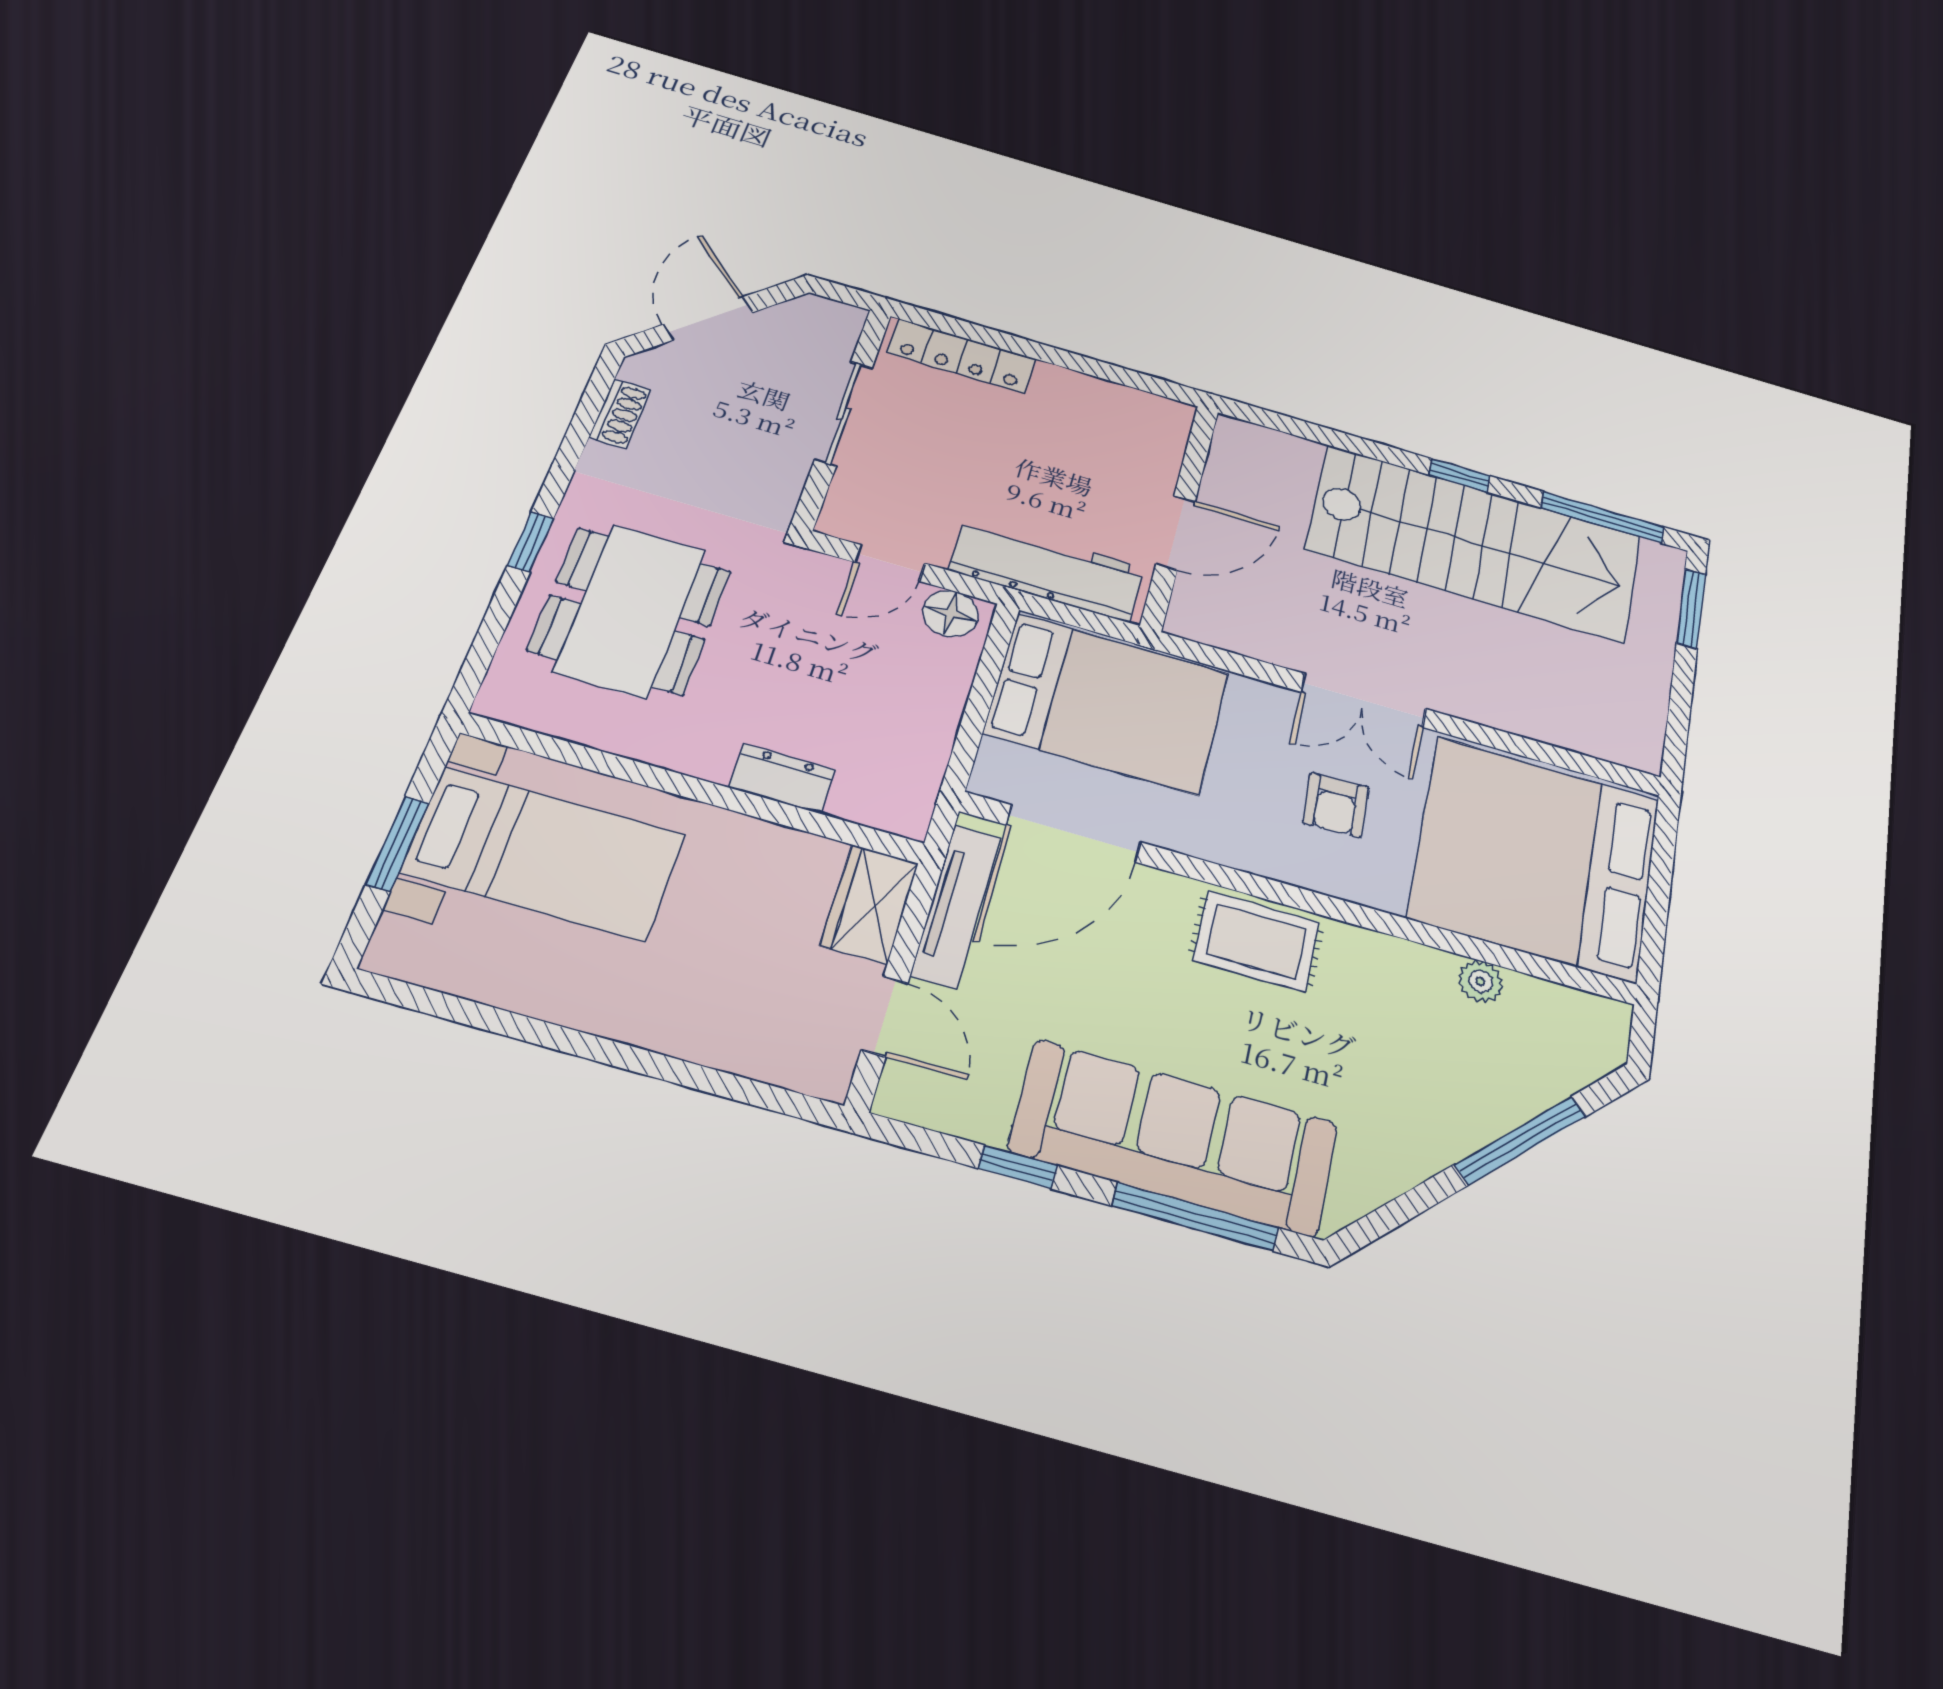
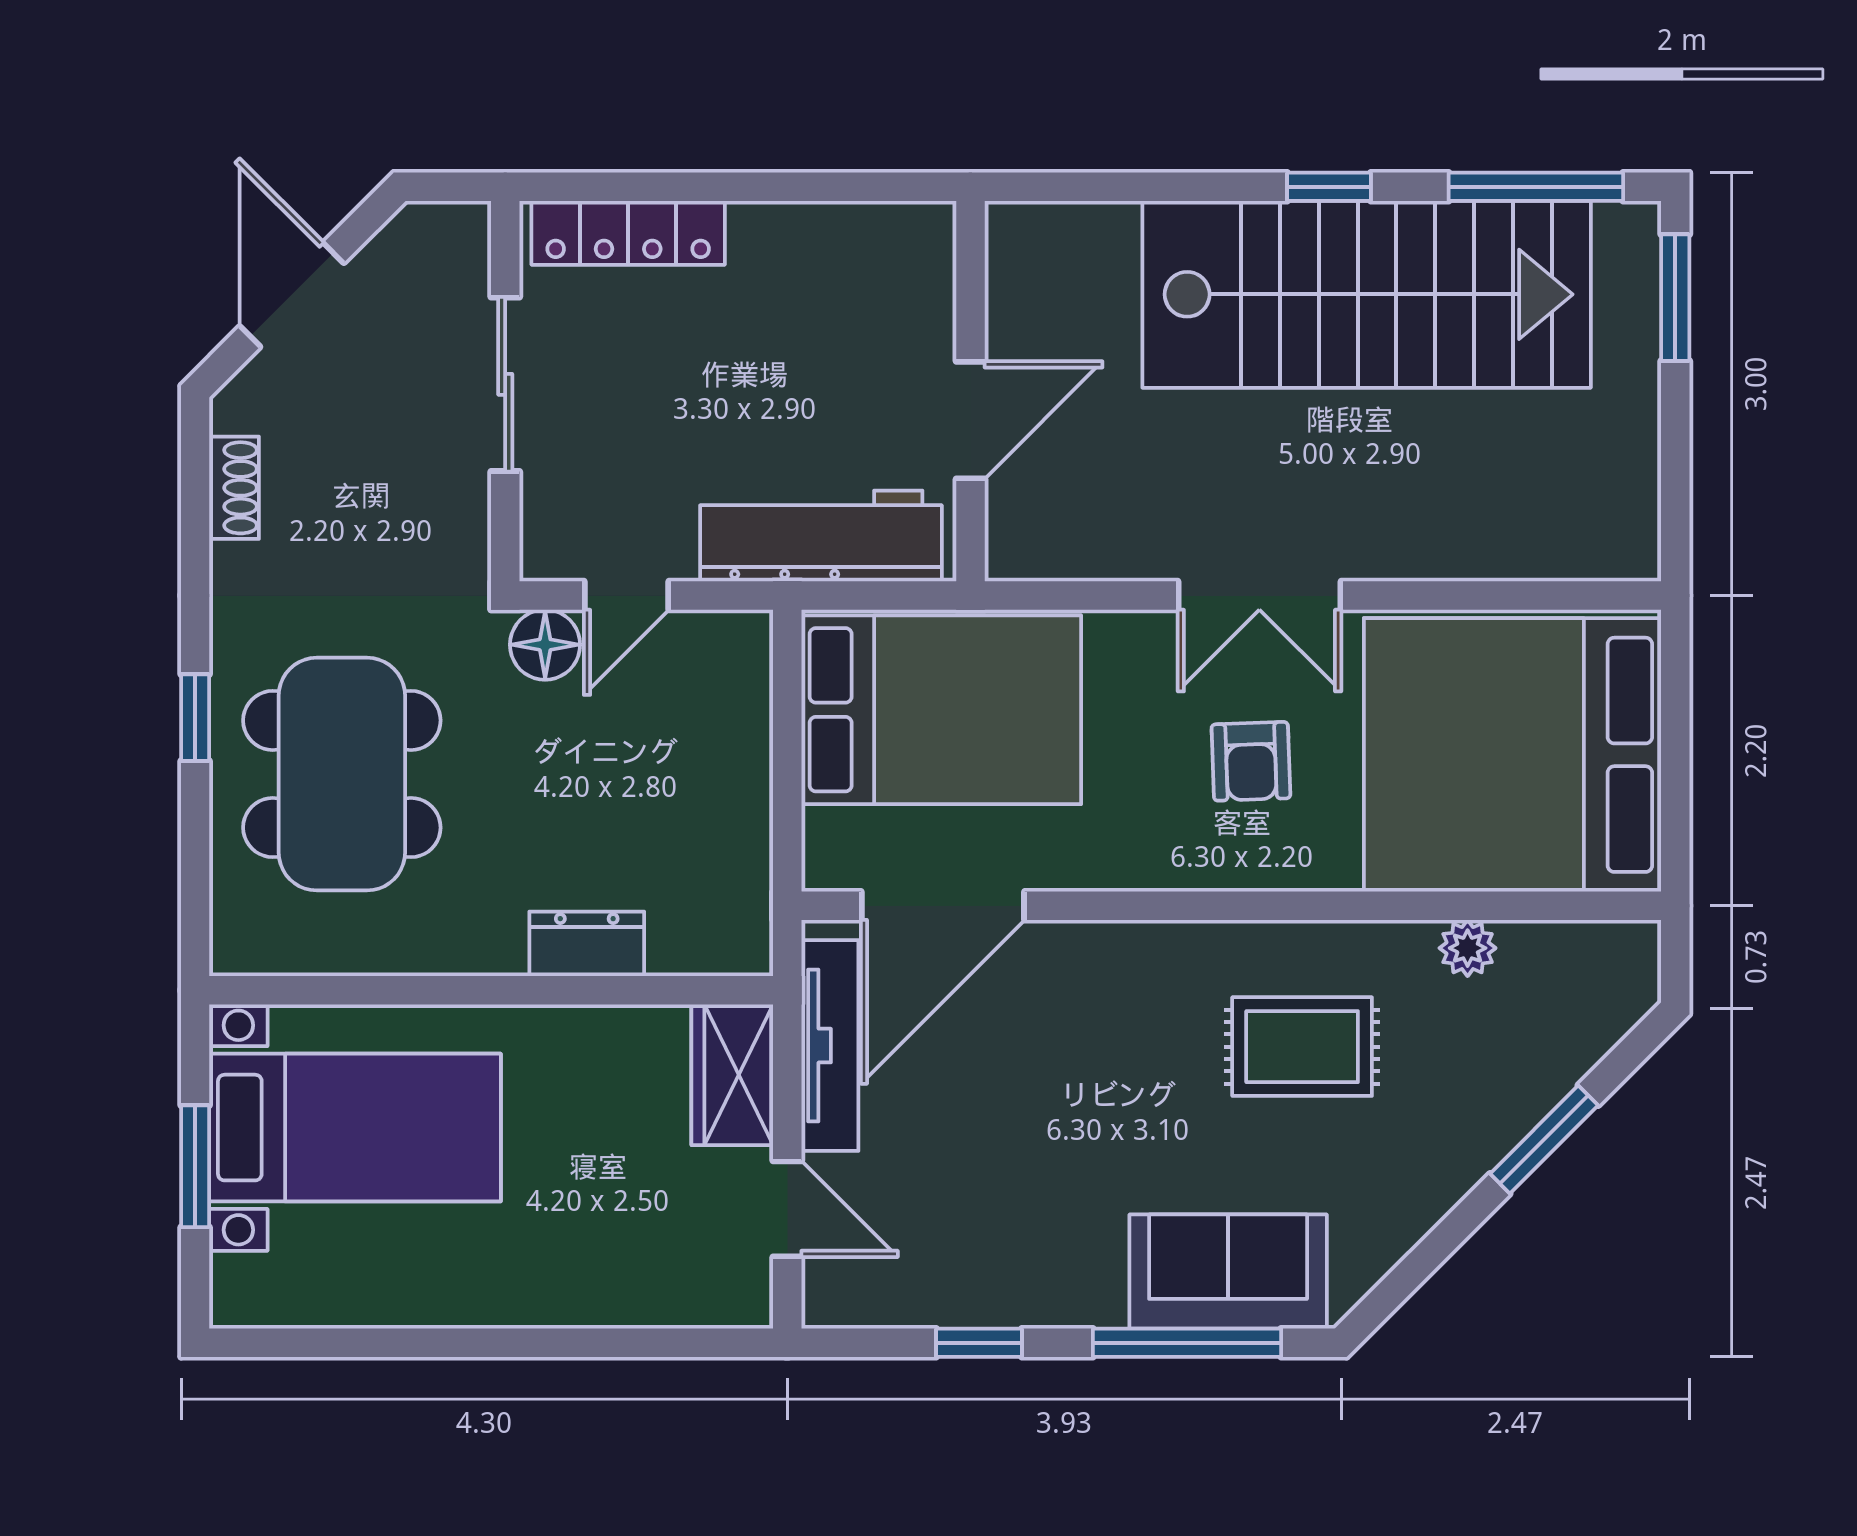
floor lamp: (950, 613) -> (545, 645), moved
rug: (1257, 941) -> (1302, 1047), moved
sofa: (1174, 1137) -> (1228, 1271), width x0.54, depth x0.79
window: (1521, 1140) -> (1544, 1140), width x0.69

